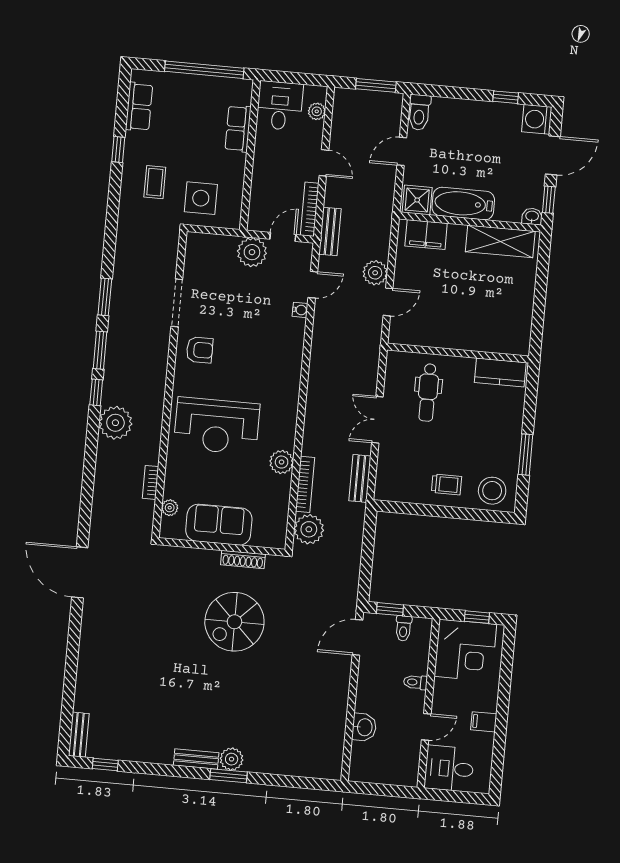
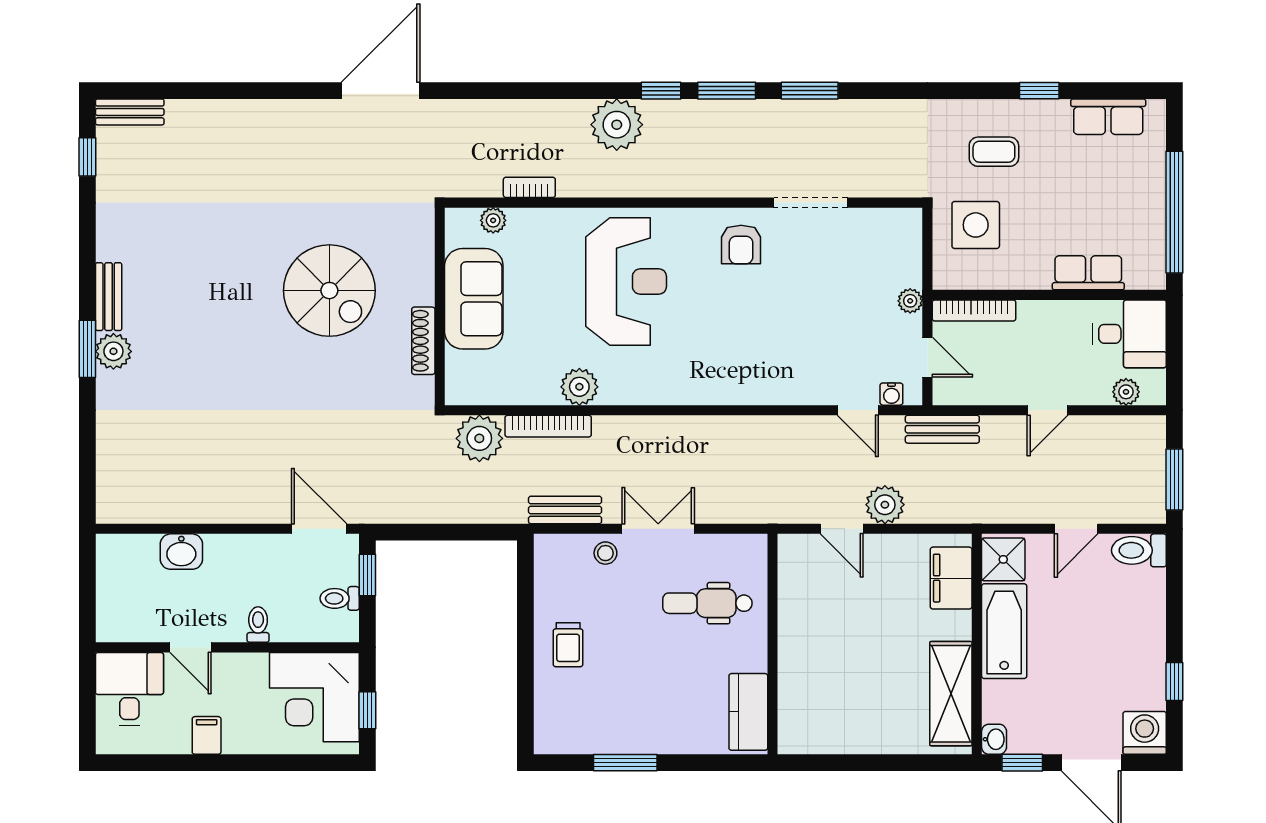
door: (402, 151) -> (1076, 529), swing flipped
bookcase: (310, 209) -> (974, 310), moved, turned 180
plant: (252, 252) -> (910, 301), width x0.53, depth x0.53
water cooler: (300, 310) -> (891, 394), moved
reception desk: (217, 426) -> (626, 282), turned 180
stool: (492, 491) -> (605, 553), moved, width x0.53, depth x0.53
spiral stairs: (234, 622) -> (329, 291), moved, turned 180

